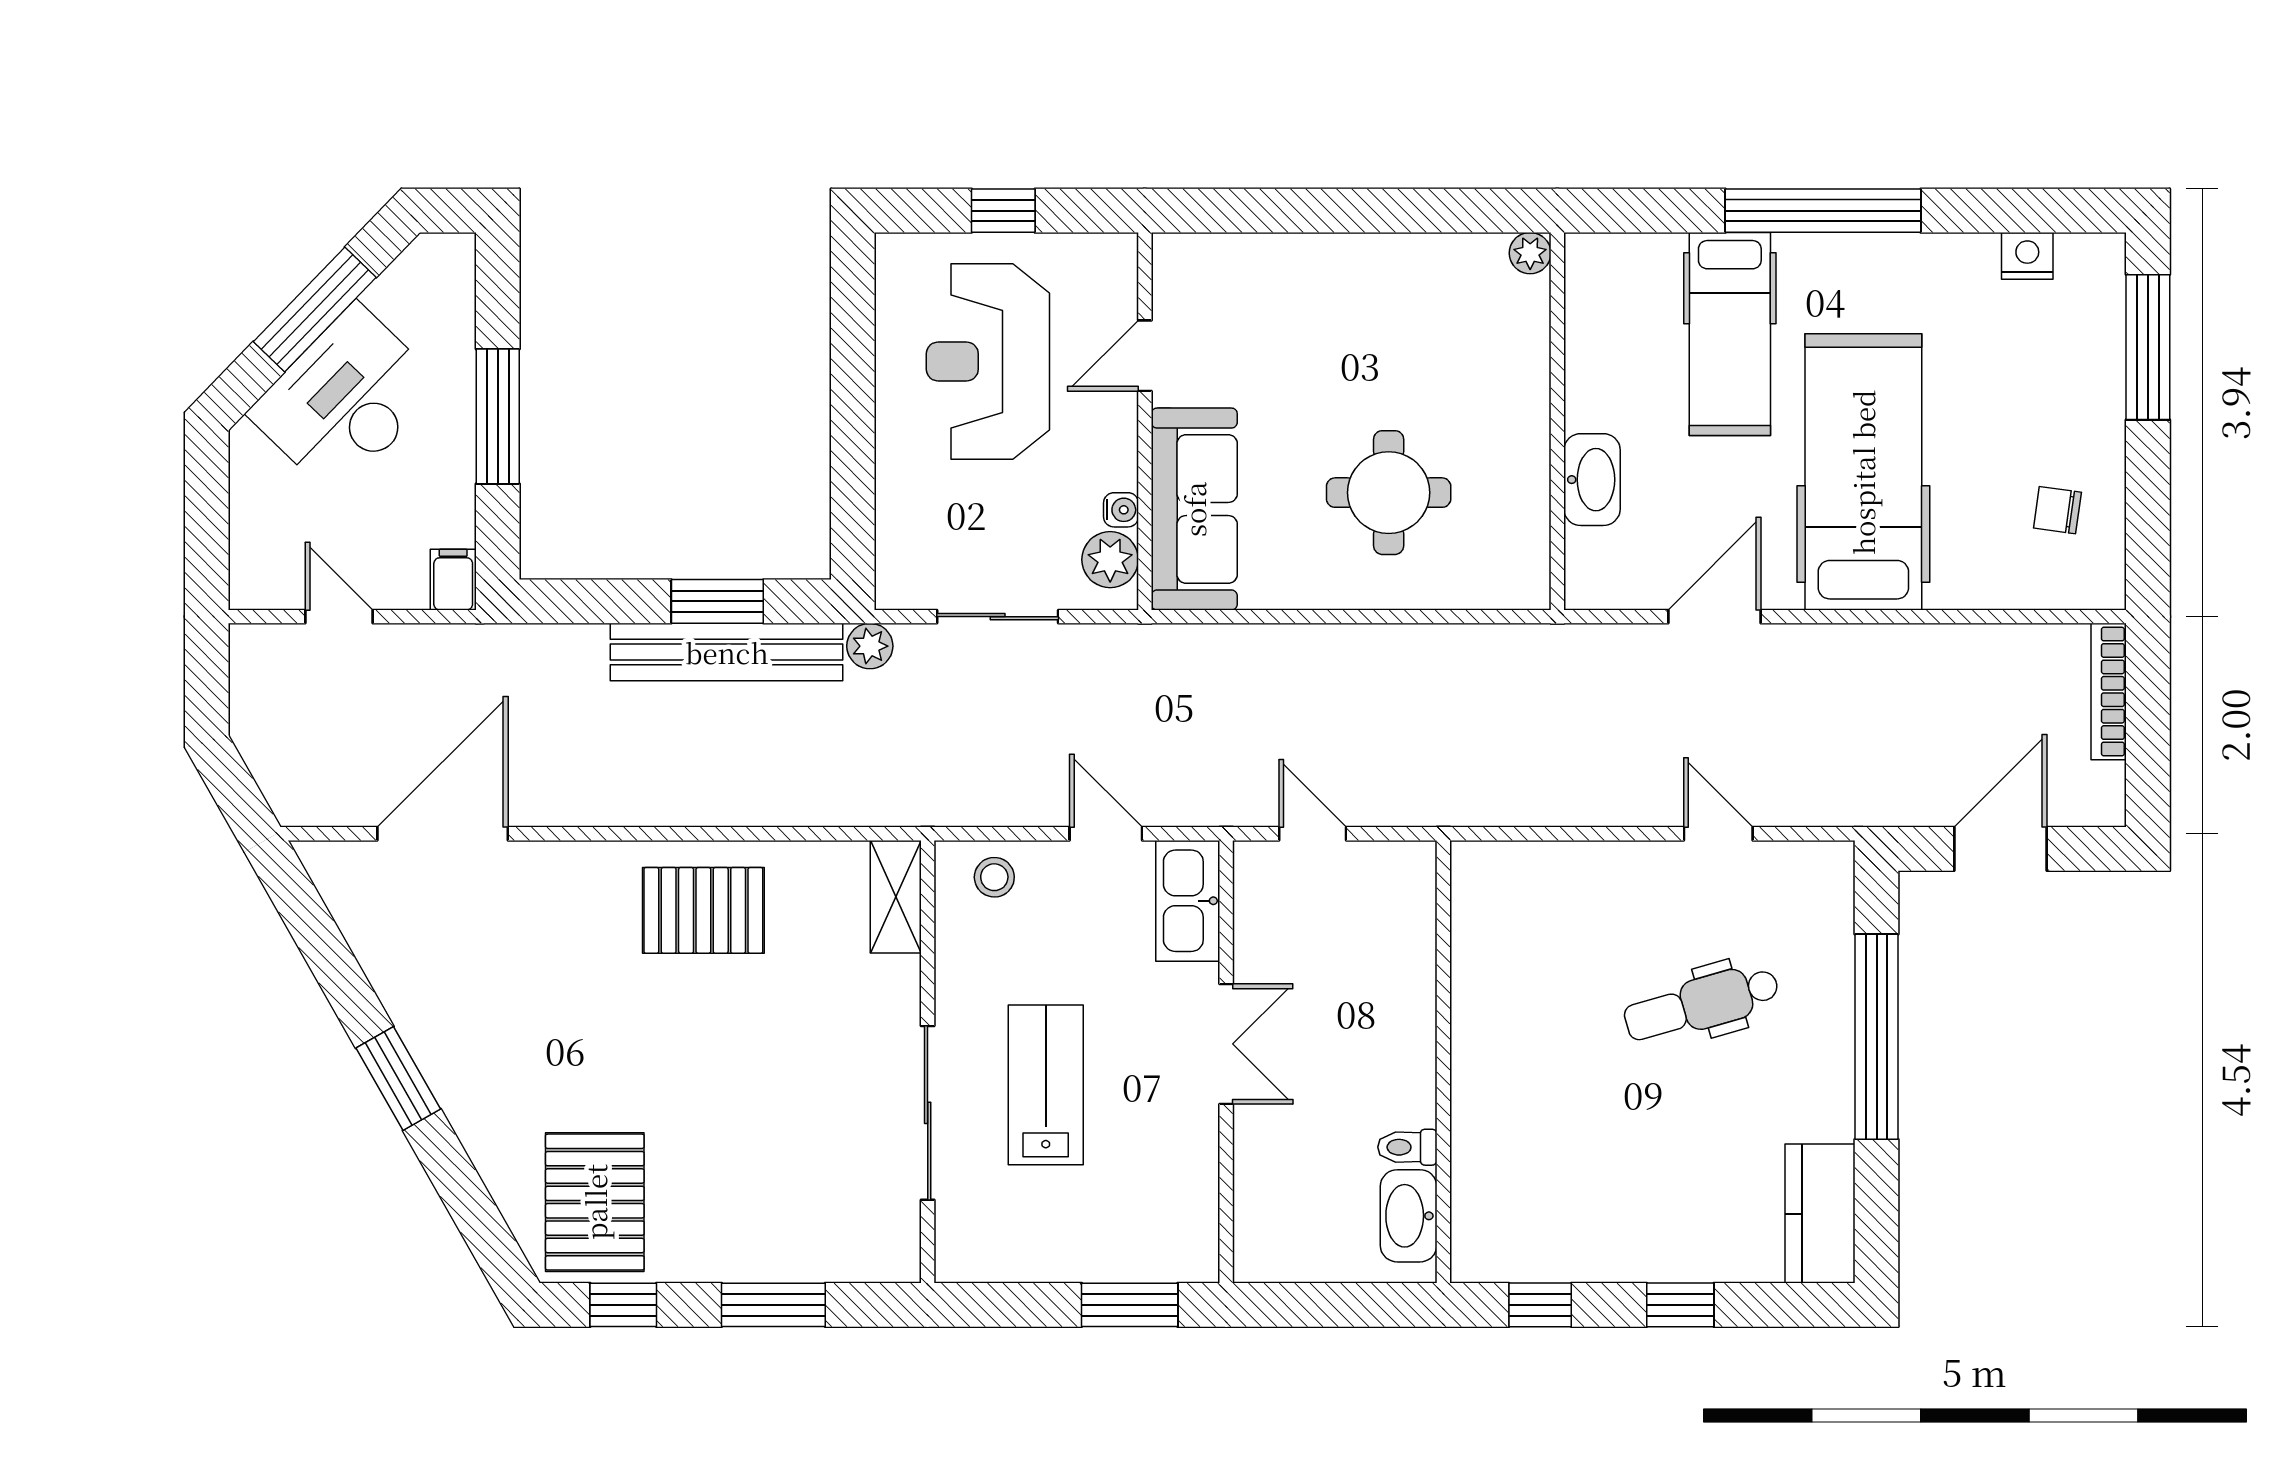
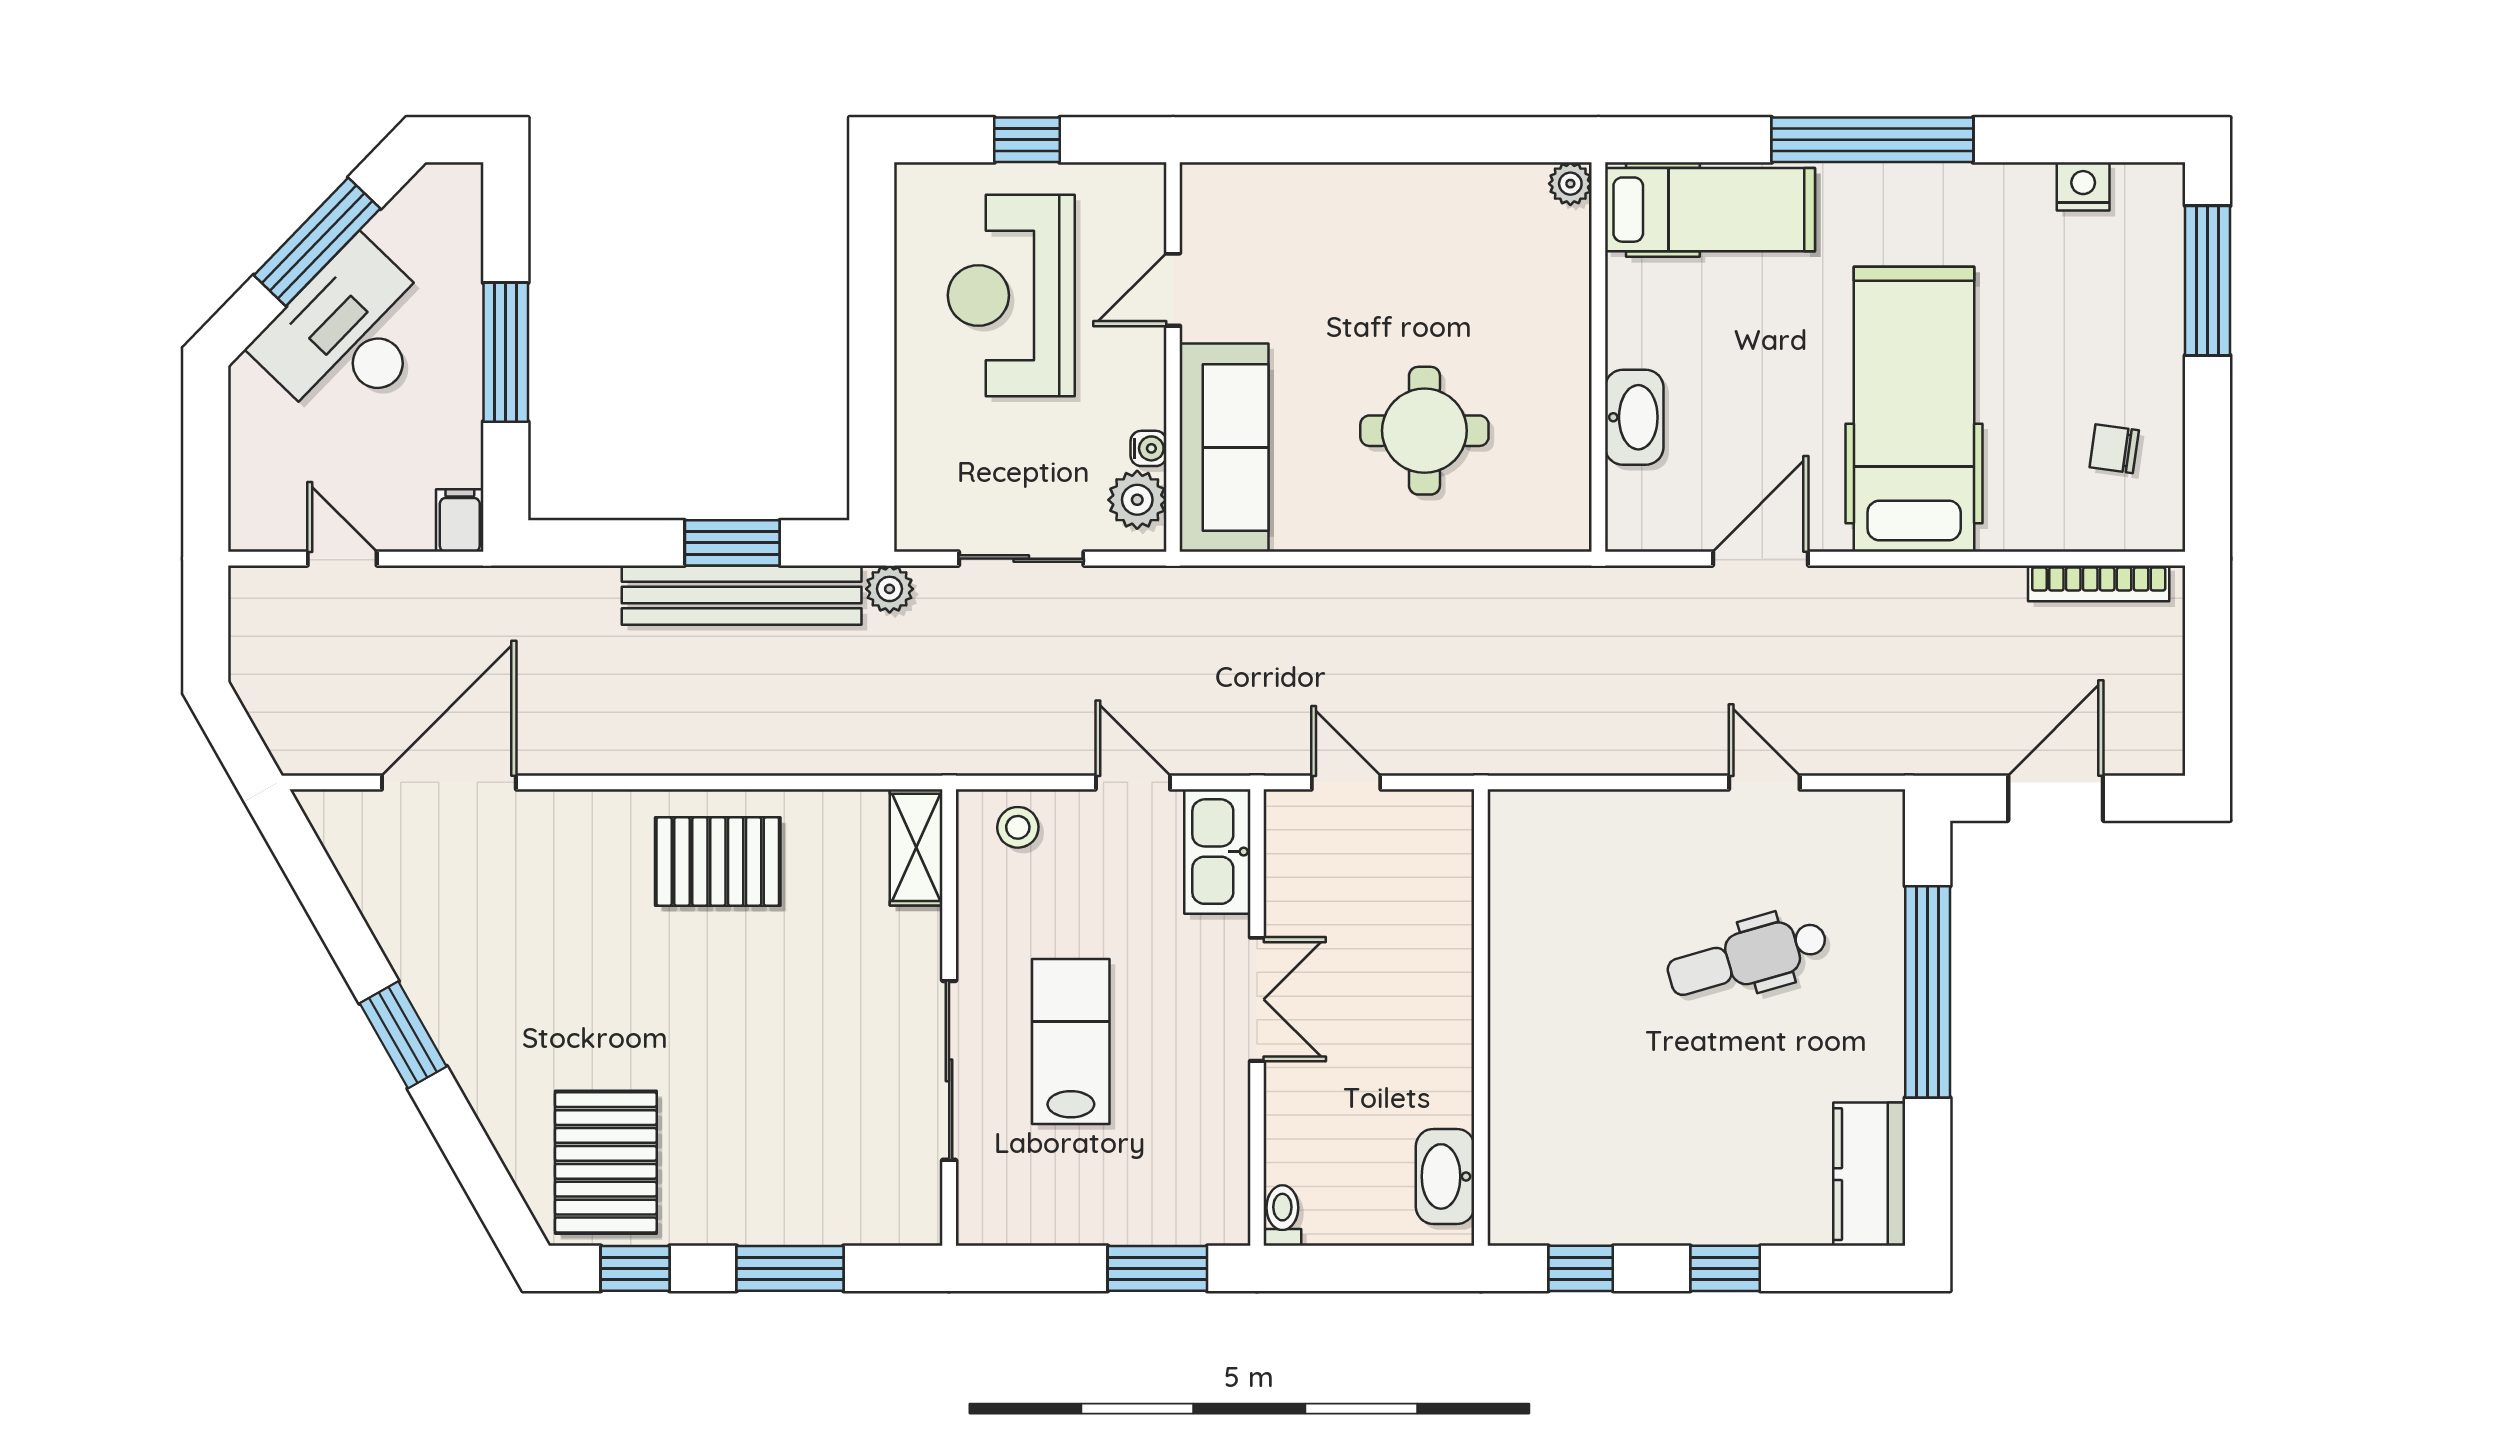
hospital bed: (1730, 334) -> (1710, 210), moved, turned -90
bookcase: (2109, 692) -> (2099, 583), moved, turned -90
toilet: (1407, 1147) -> (1282, 1216), moved, turned 90

